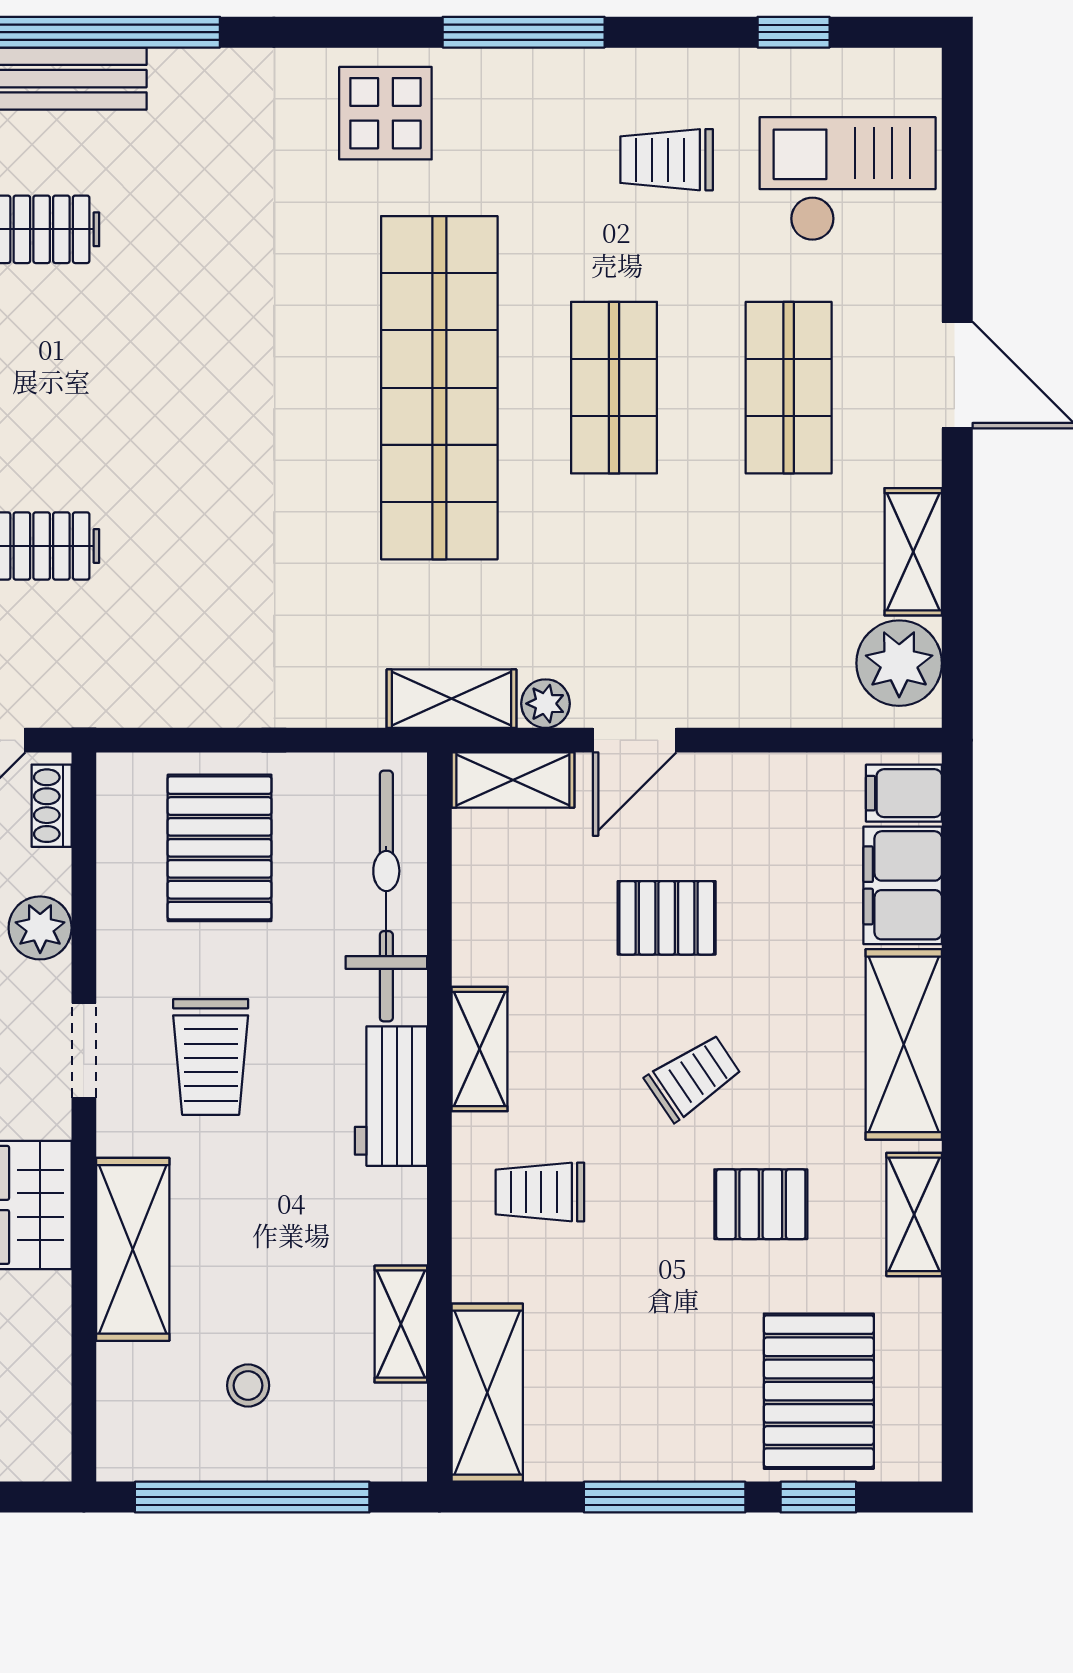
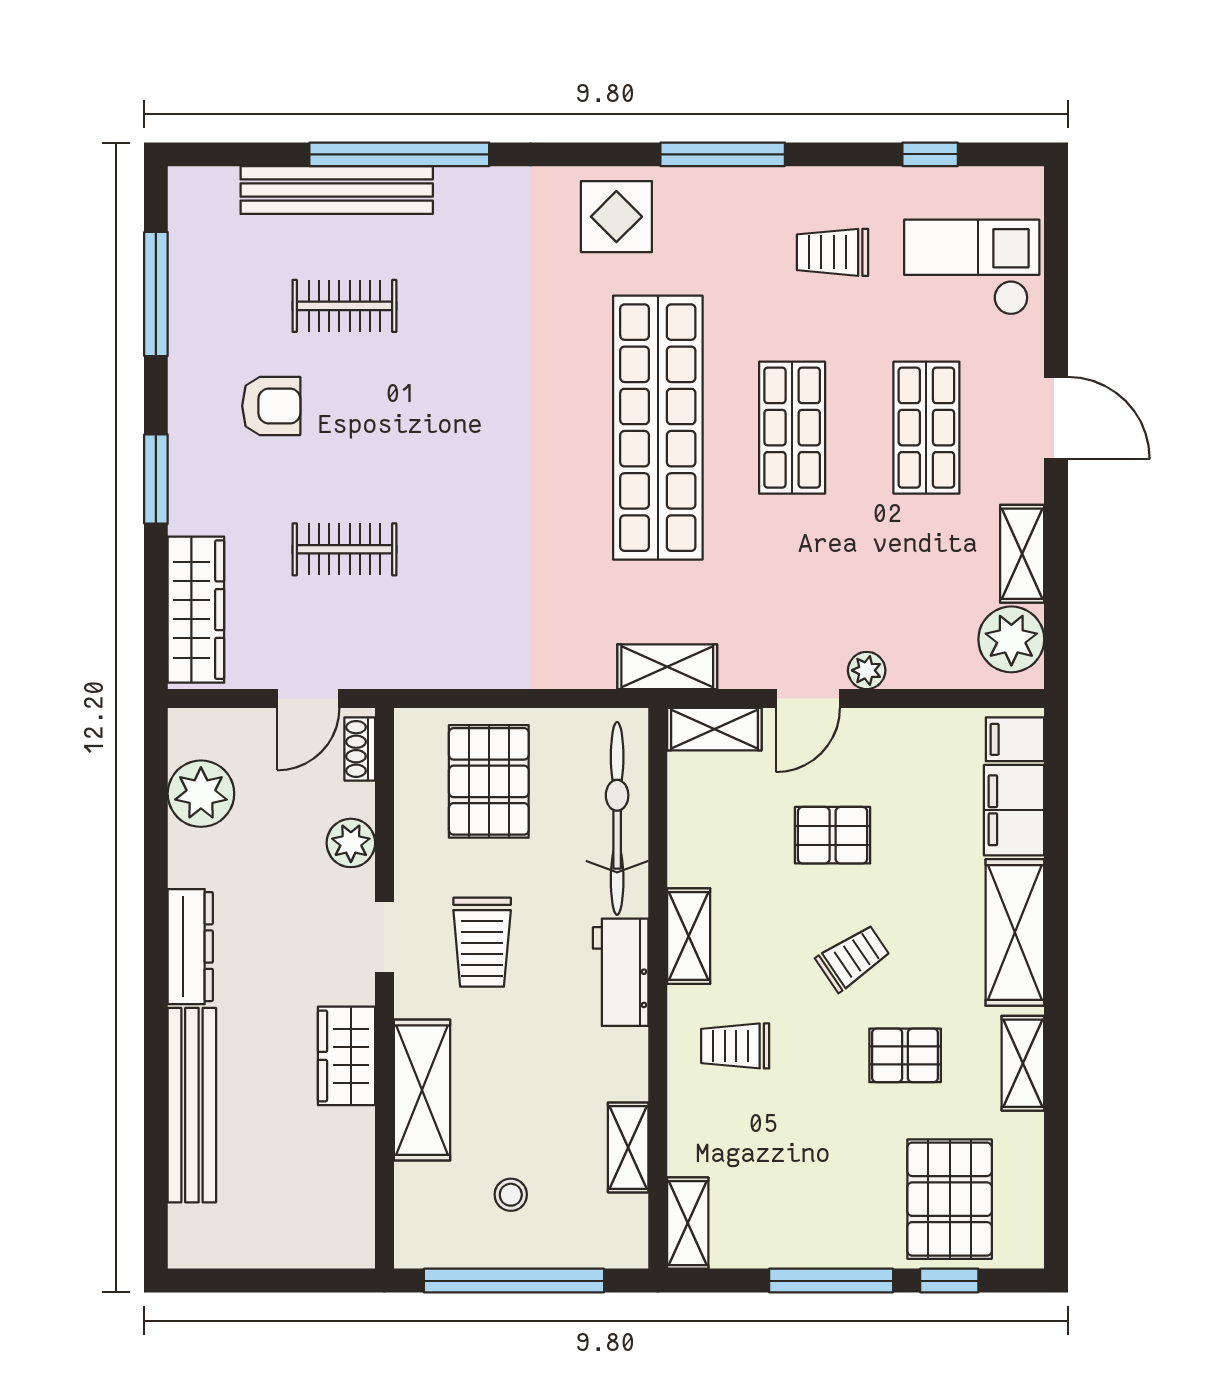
plant: (546, 704) -> (867, 670), moved
shelving: (487, 1393) -> (688, 1223), width x0.67, depth x0.75

